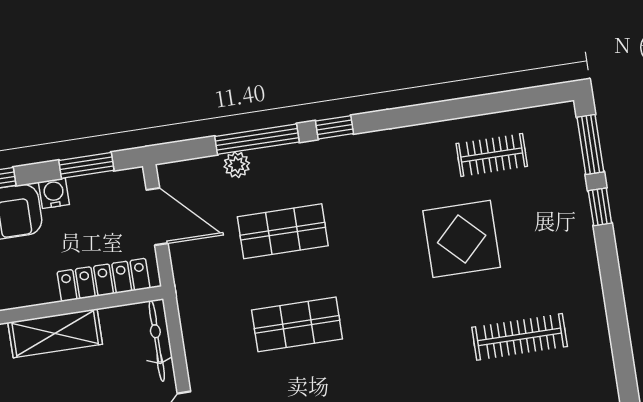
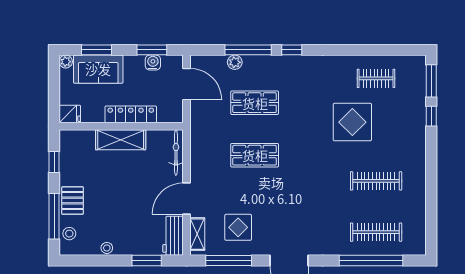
water cooler: (54, 193) -> (153, 63), moved
locker: (104, 280) -> (131, 114), moved

